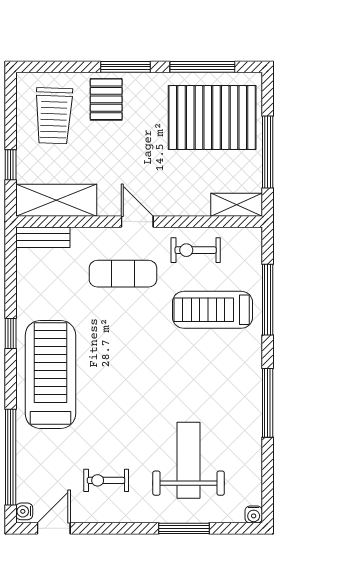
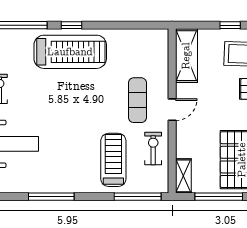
window: (11, 165) -> (230, 25), moved
bench: (43, 237) -> (162, 47), removed
window: (268, 300) -> (138, 197), moved
window: (11, 333) -> (71, 25), moved

